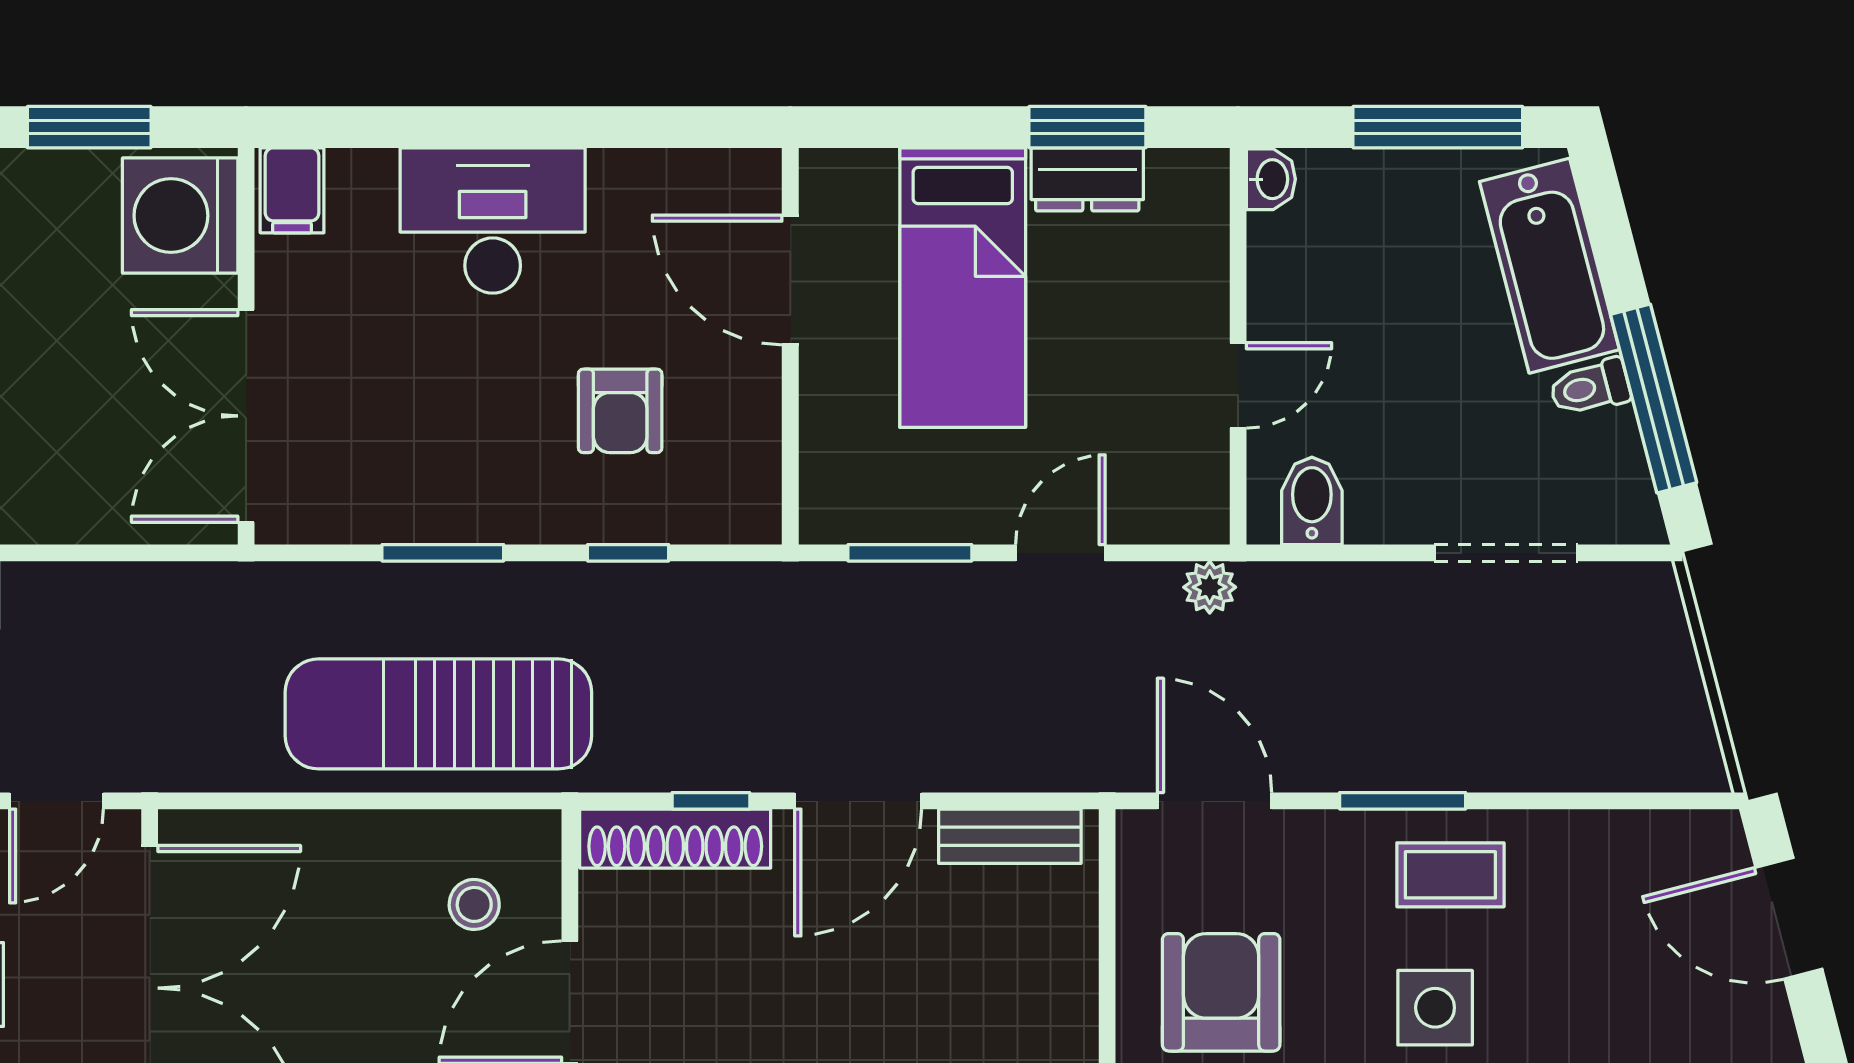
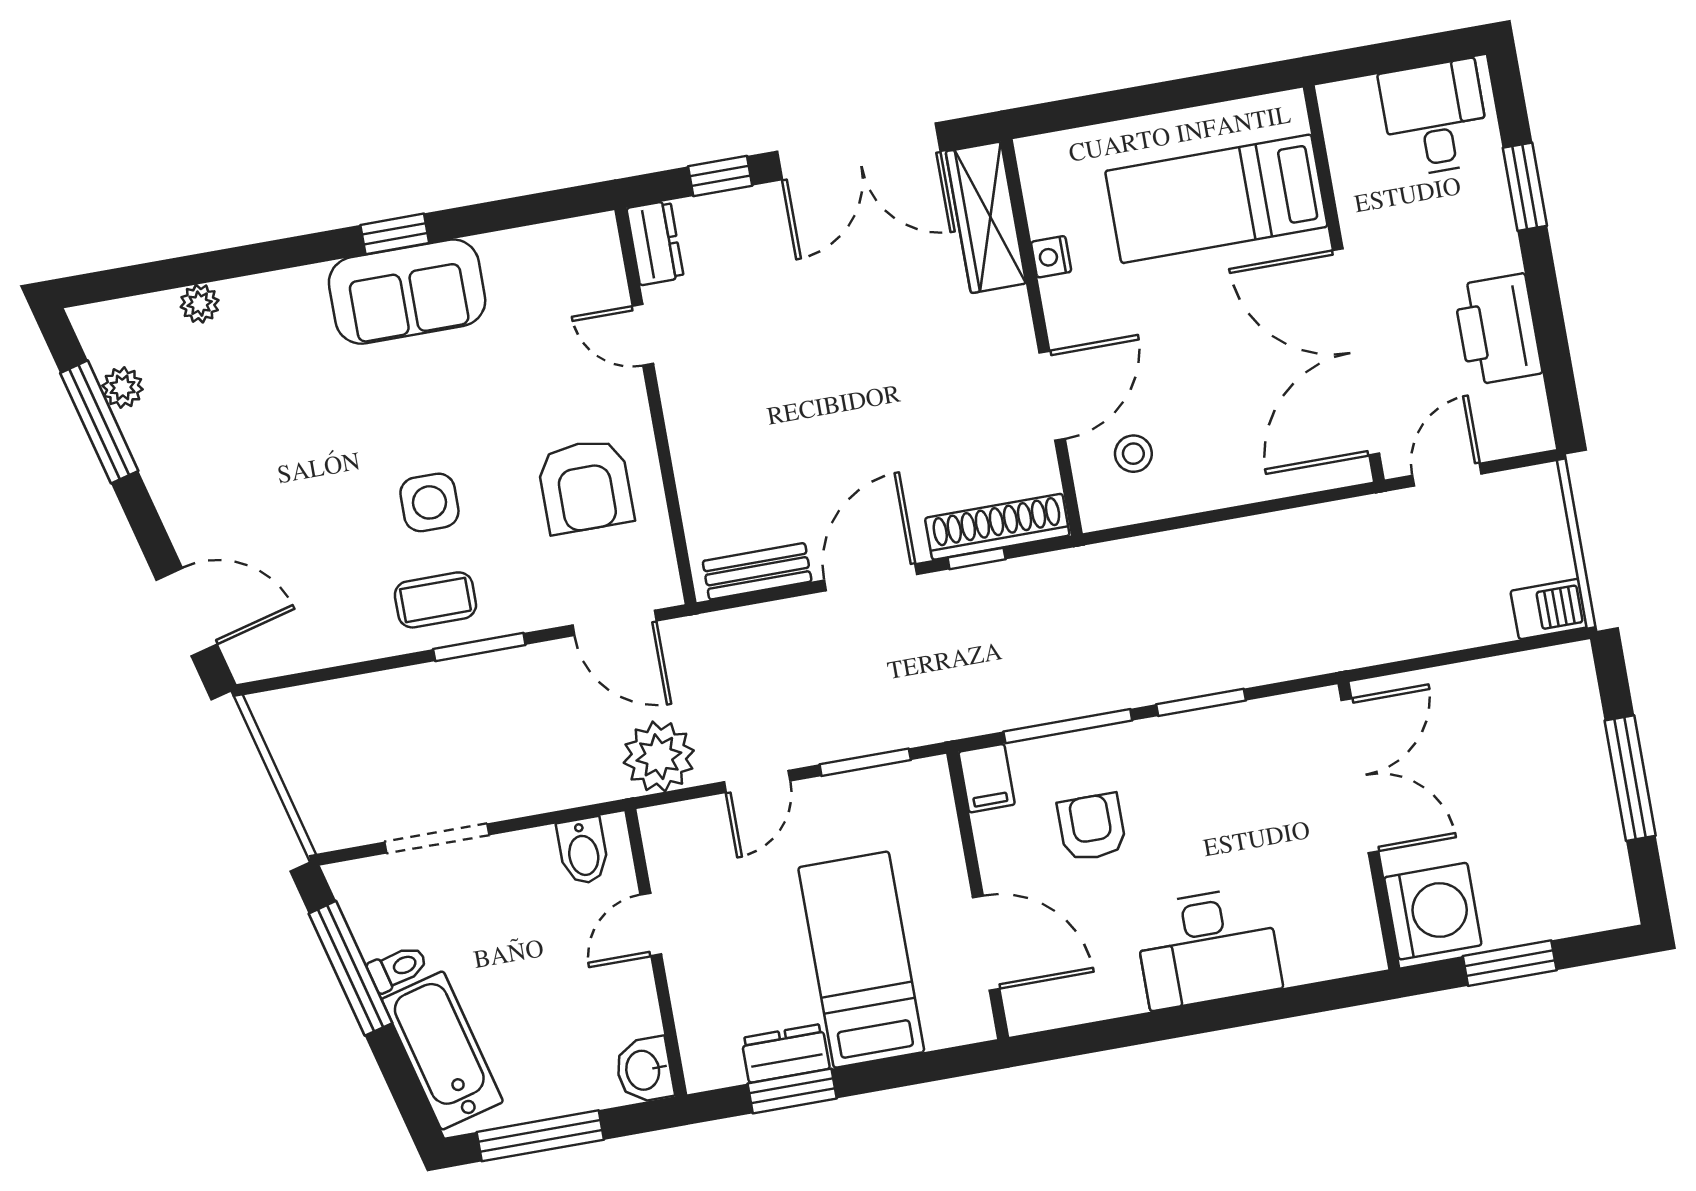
washbasin: (1271, 179) -> (644, 1070), width x1.38, depth x1.45
filing cabinet: (292, 190) -> (987, 778), moved, turned 180
window: (628, 553) -> (1068, 726), width x2.17
plant: (1210, 587) -> (659, 757), width x1.88, depth x1.88
sun lounger: (438, 714) -> (1184, 586), removed

